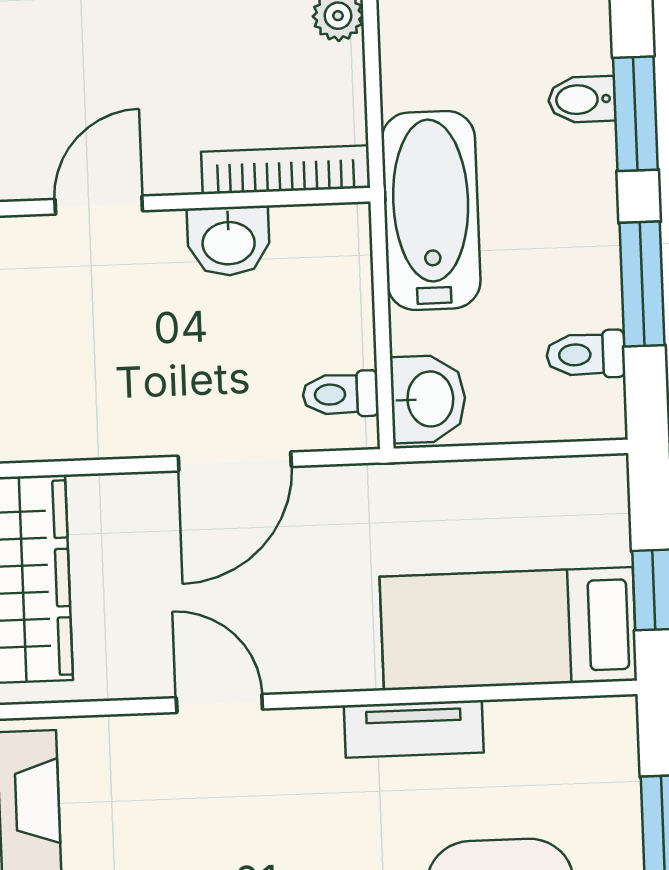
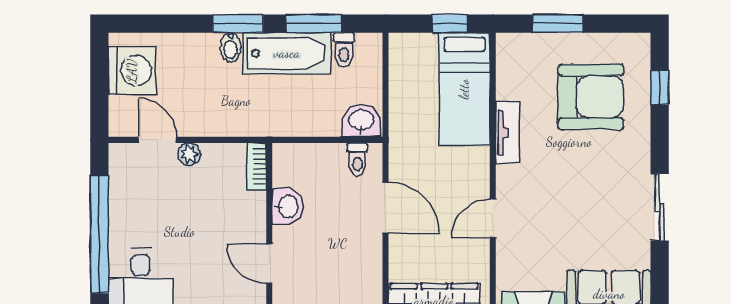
bookcase: (286, 170) -> (257, 167), width x0.64
bathtub: (431, 210) -> (287, 53), moved, turned 180

